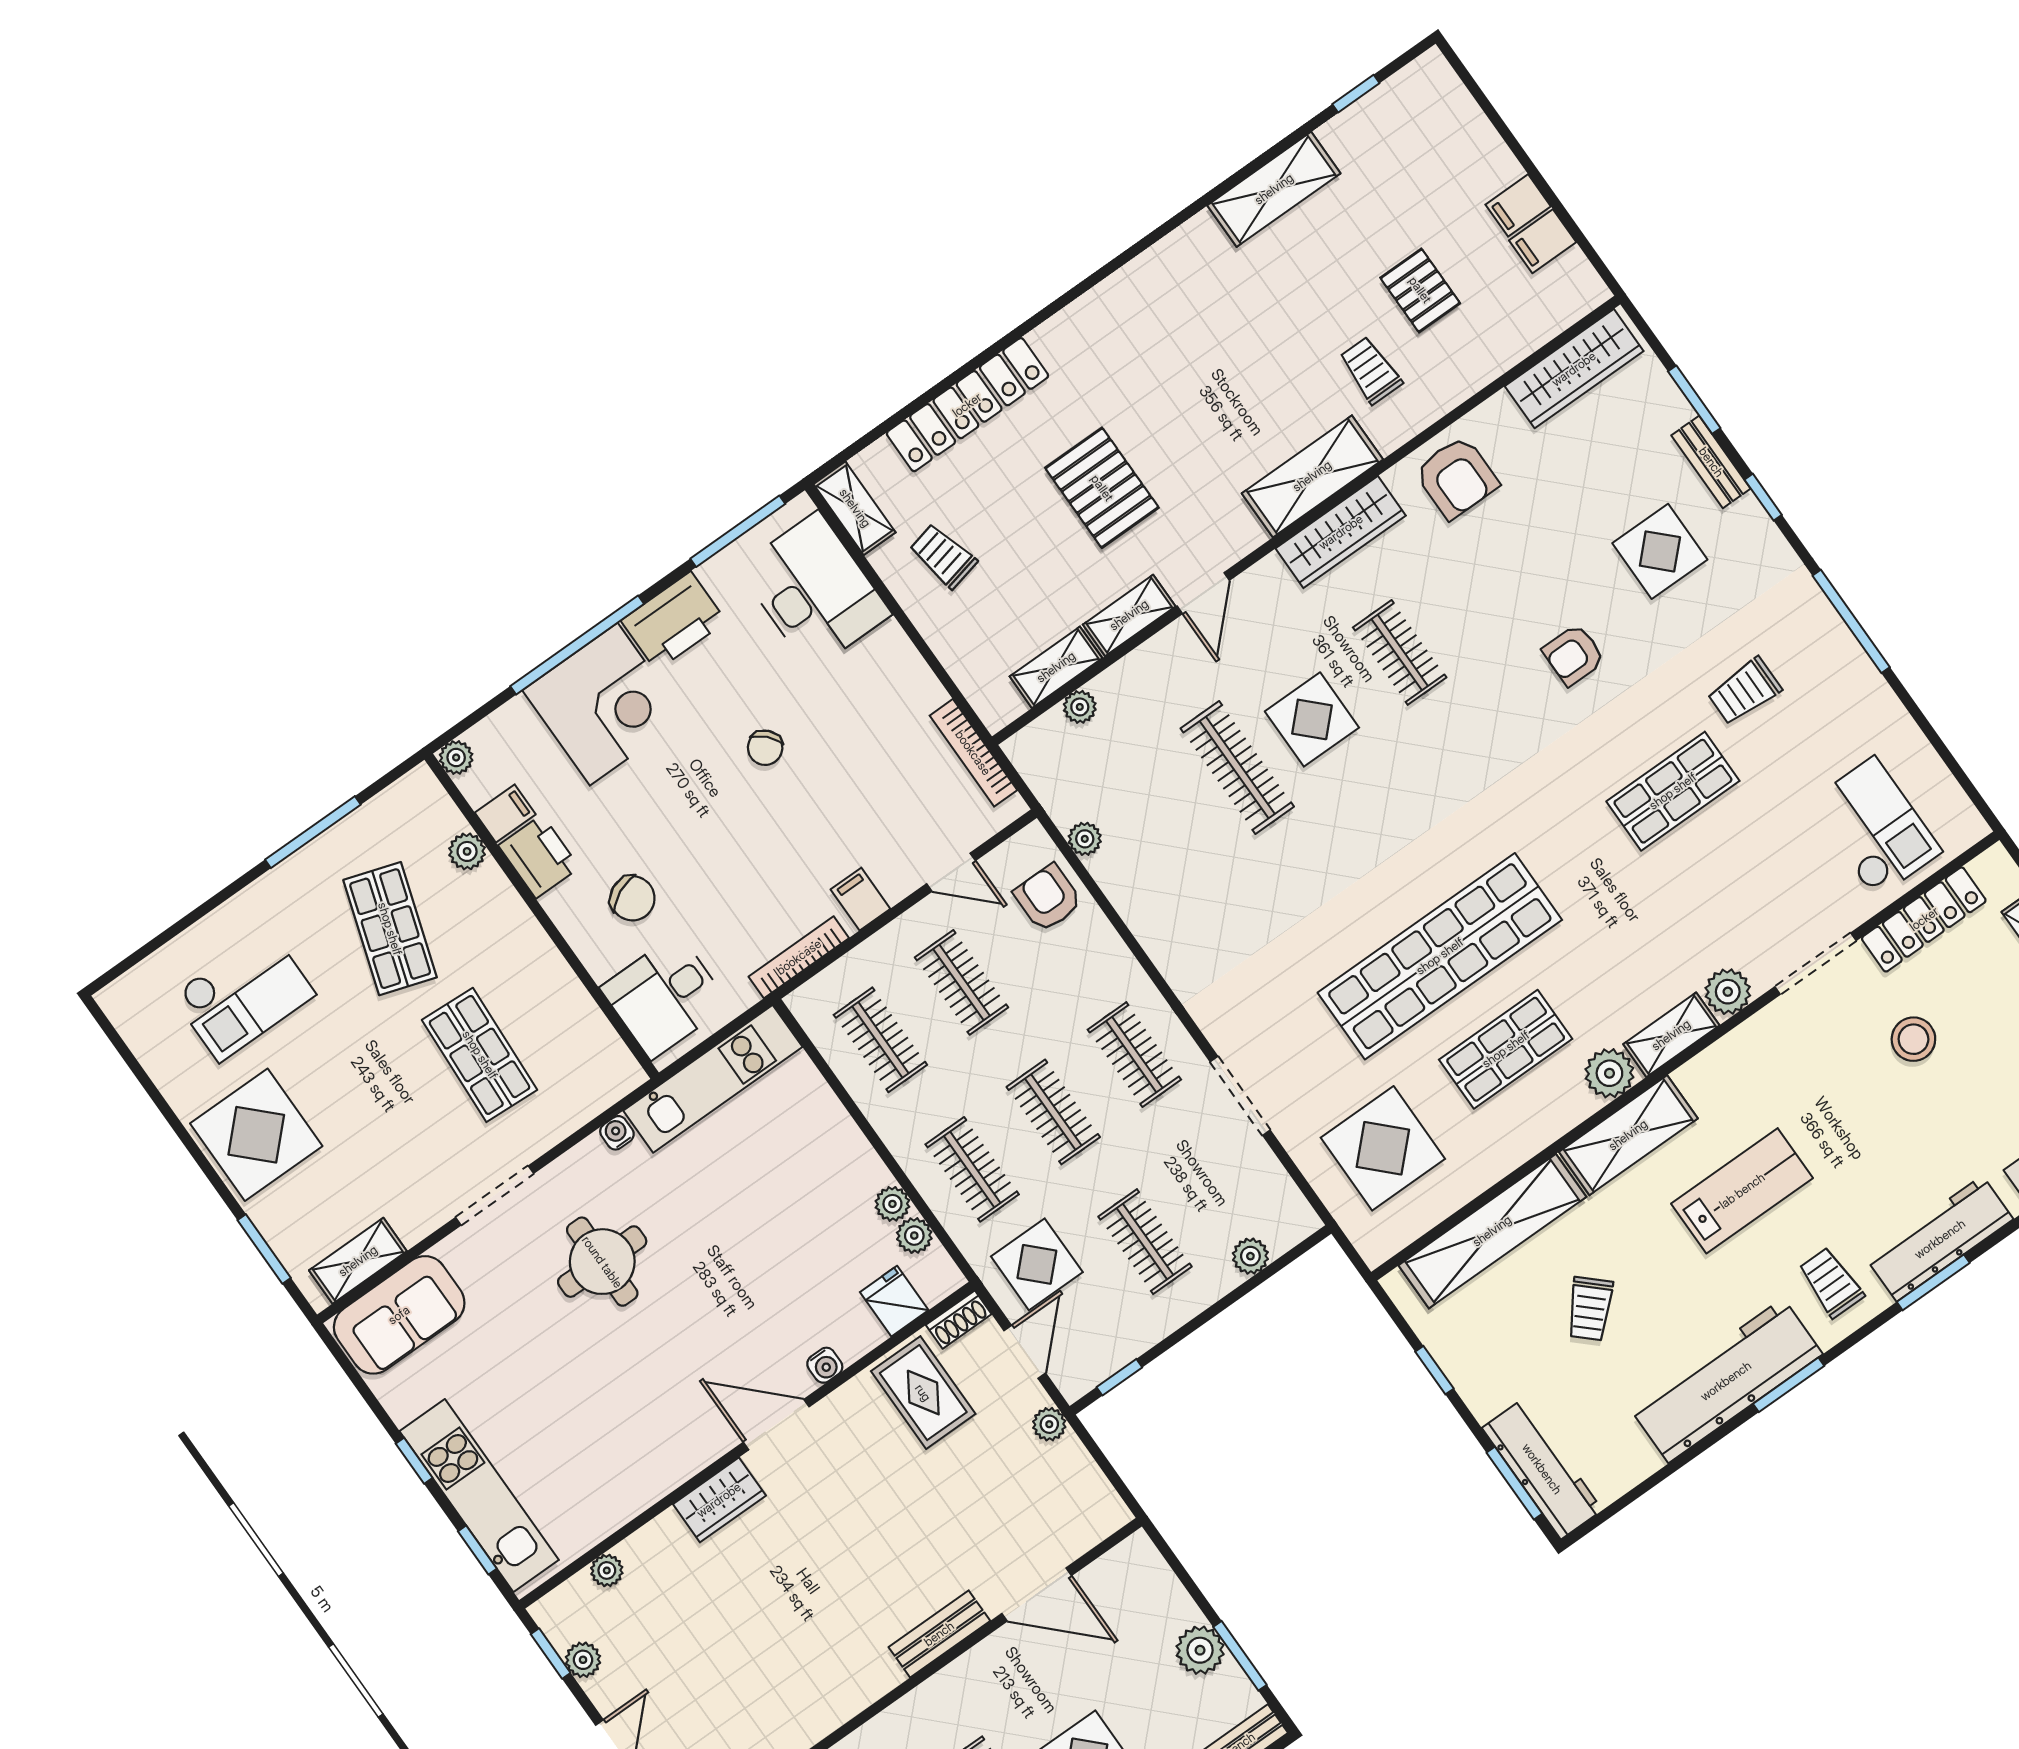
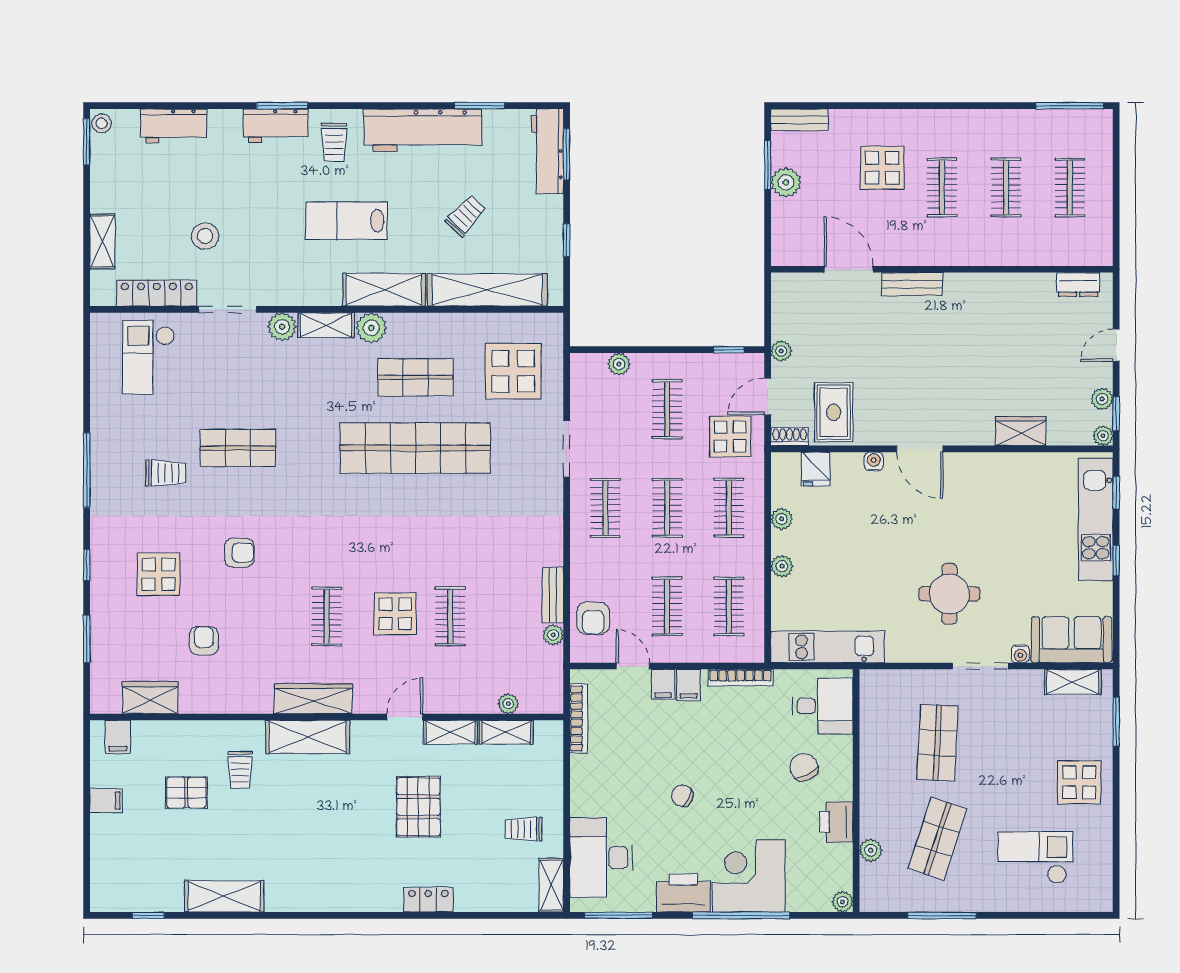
filing cabinet: (1543, 241) -> (118, 737), moved, turned 90
pallet: (1420, 290) -> (186, 793), turned 90
wardrobe: (1574, 369) -> (150, 698), width x0.67
locker: (967, 405) -> (428, 900), width x0.46, depth x0.83
bench: (1711, 462) -> (553, 595), moved
armchair: (1457, 477) -> (204, 641), moved, width x0.72, depth x0.72
trolley: (943, 556) -> (523, 829), turned 103
chair: (765, 748) -> (682, 796), turned -111
clothes rail: (1237, 767) -> (450, 616), width x0.73
filing cabinet: (505, 813) -> (663, 684), moved, turned -90
water cooler: (617, 1133) -> (1020, 654), moved
display table: (256, 1135) -> (1079, 782), width x0.73, depth x0.73
plant: (914, 1236) -> (782, 566), moved
workbench: (1940, 1239) -> (276, 126), width x0.73
window: (1789, 1385) -> (479, 106), moved
wardrobe: (719, 1500) -> (1021, 431), moved
plant: (607, 1570) -> (1103, 436), moved

